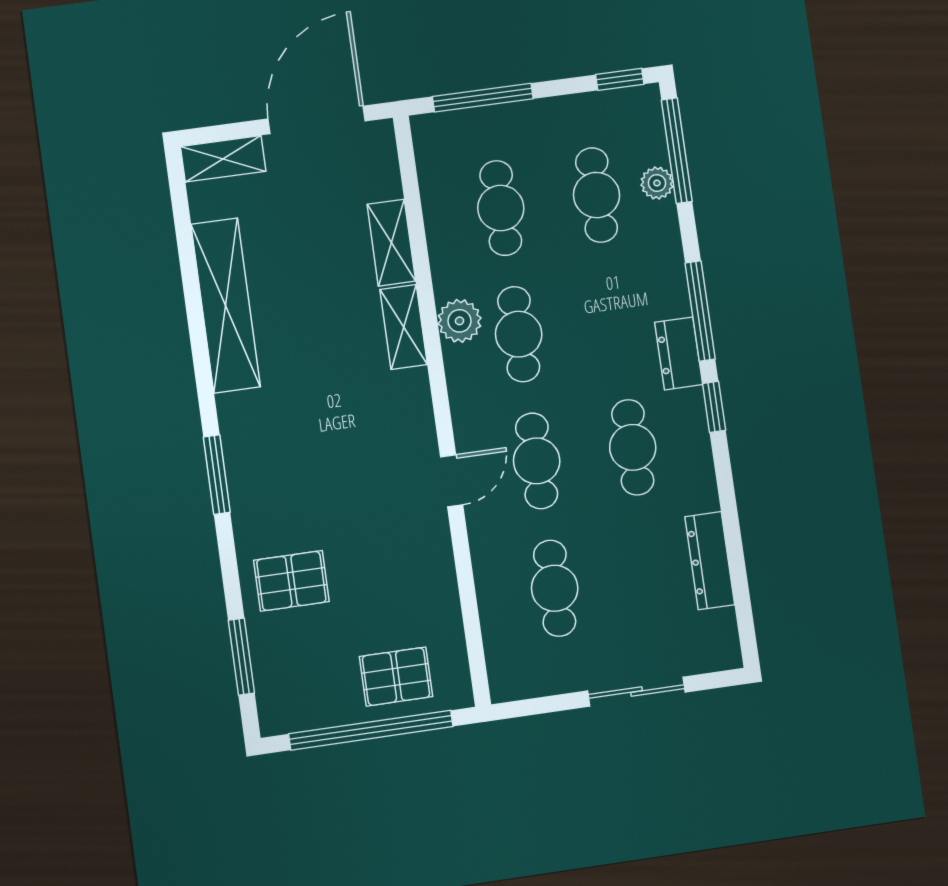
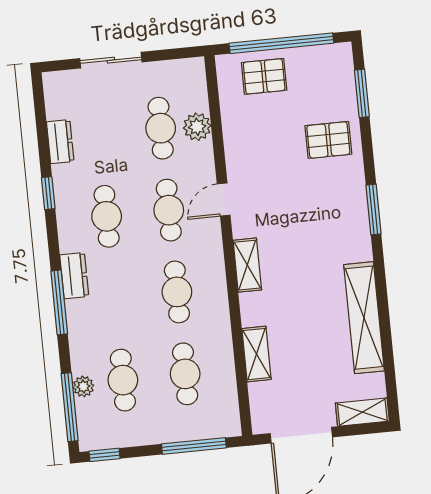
plant: (460, 321) -> (197, 127), moved
shelving: (404, 327) -> (247, 265), moved
window: (714, 407) -> (48, 193), moved
dresser: (710, 561) -> (60, 142), width x0.70

